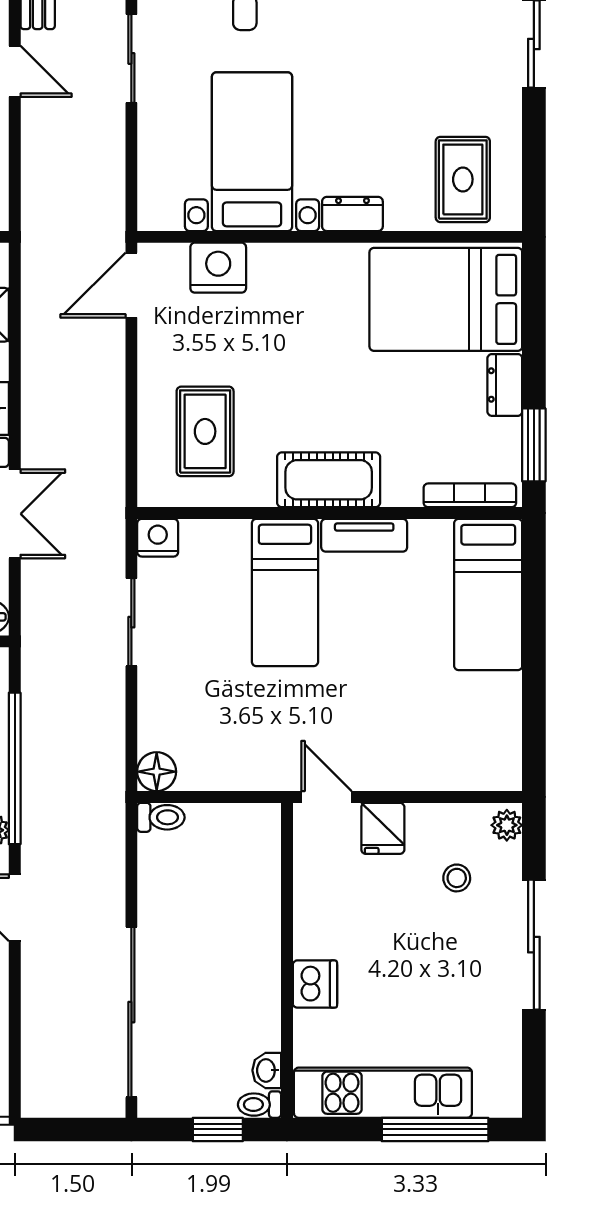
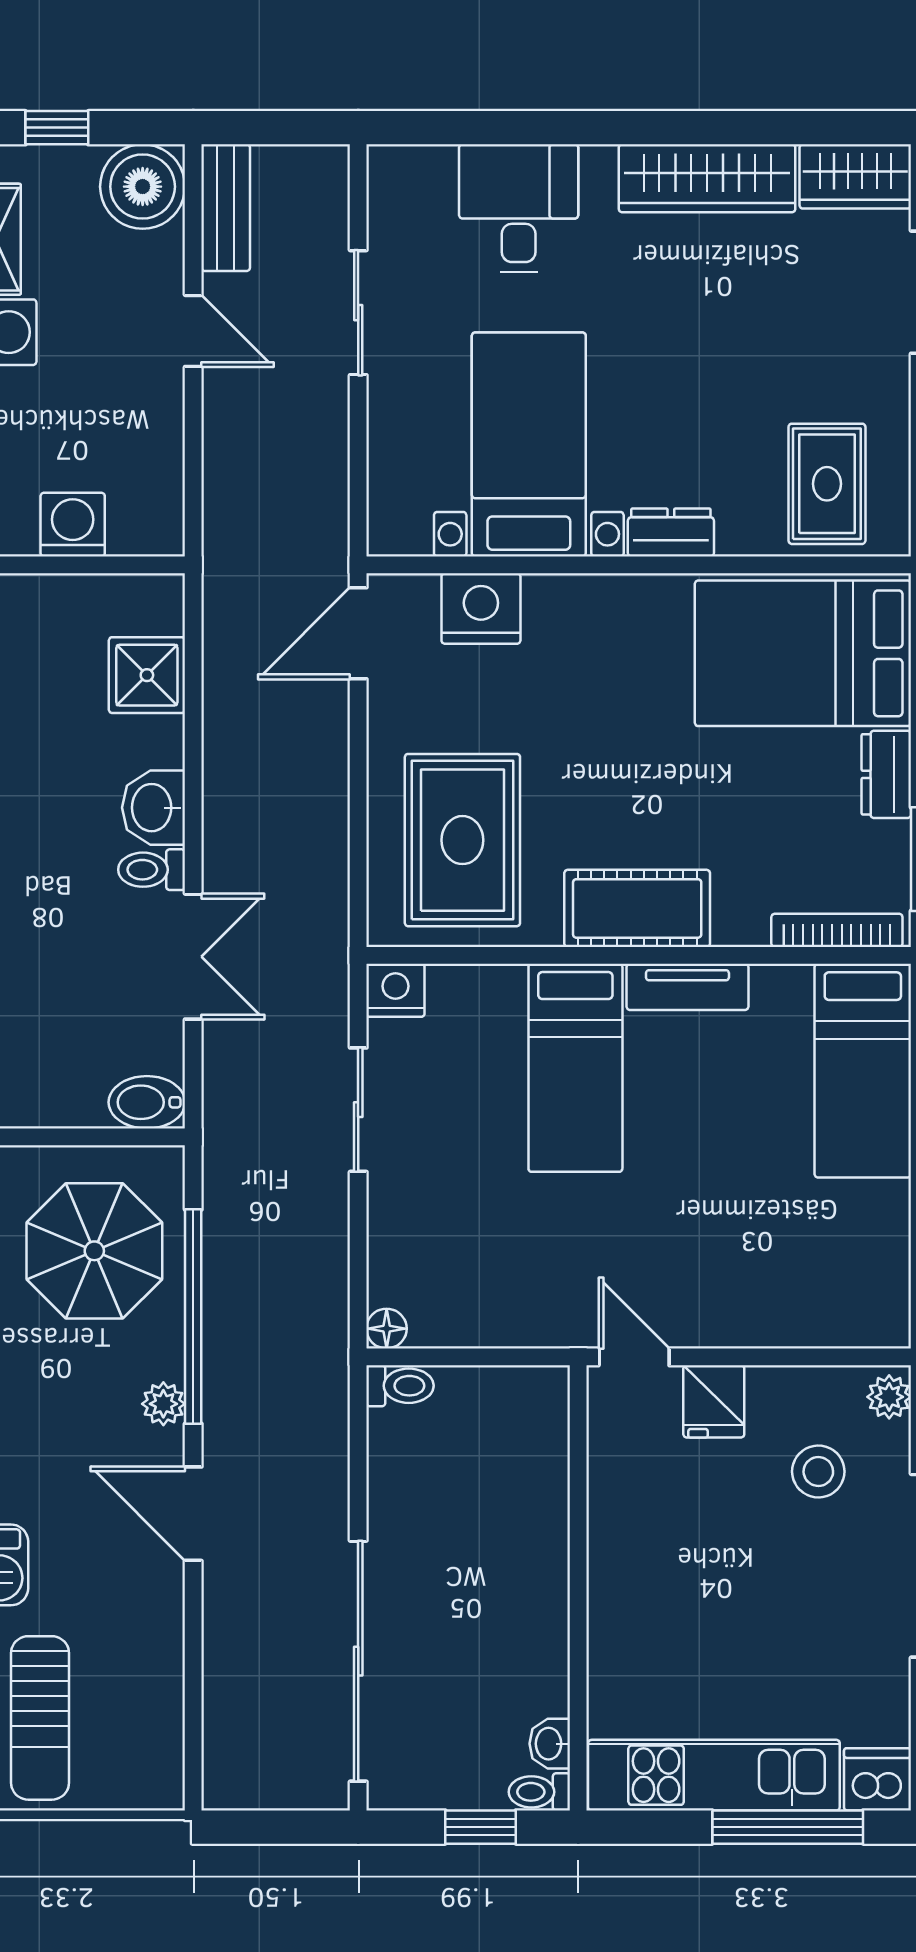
rug: (205, 431) -> (462, 840), width x1.36, depth x1.43
floor lamp: (157, 772) -> (387, 1329), width x0.73, depth x0.73
stool: (457, 878) -> (818, 1471), width x1.37, depth x1.37
dishwasher: (315, 984) -> (878, 1779), moved, turned -90

